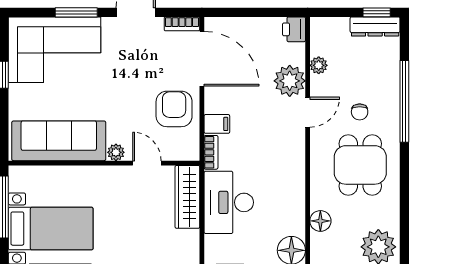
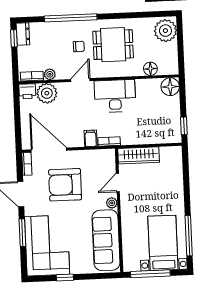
dresser: (375, 27) -> (23, 34), width x0.70
bookcase: (317, 37) -> (32, 76), added
door: (202, 59) -> (49, 150), hinge flipped
plant: (290, 81) -> (47, 93), moved
armchair: (174, 109) -> (65, 185), moved, width x1.36, depth x1.36
door: (308, 112) -> (80, 80), hinge flipped
desk: (229, 202) -> (115, 96), moved, turned 180

